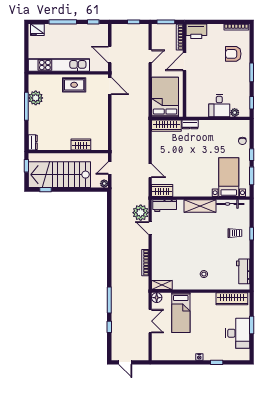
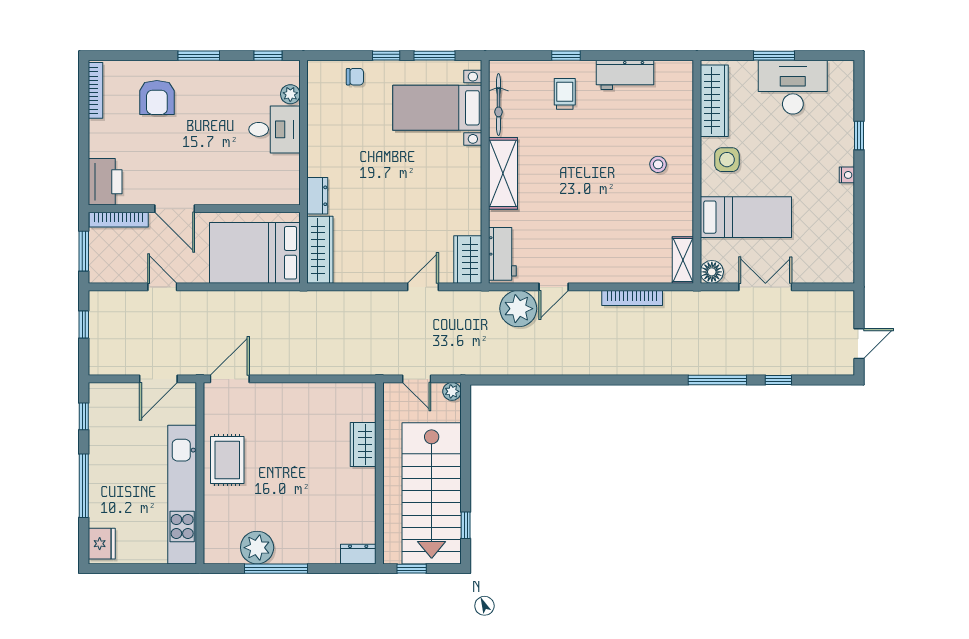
workbench: (243, 271) -> (625, 75), moved
side table: (206, 304) -> (727, 160), added

